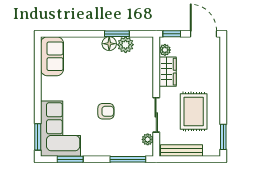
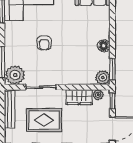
window: (117, 34) -> (112, 69), moved
plant: (126, 45) -> (103, 77), moved
plant: (148, 139) -> (15, 75), width x1.88, depth x1.88

